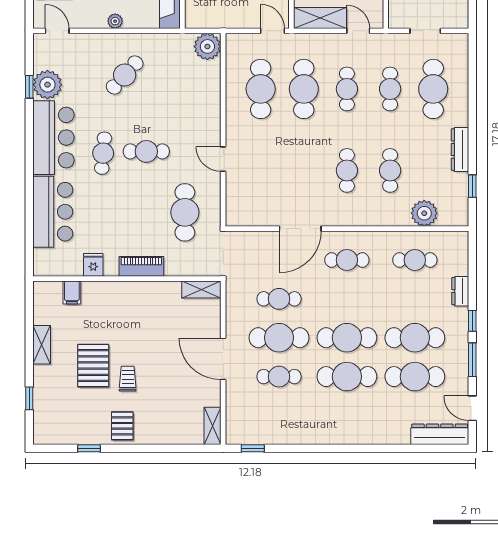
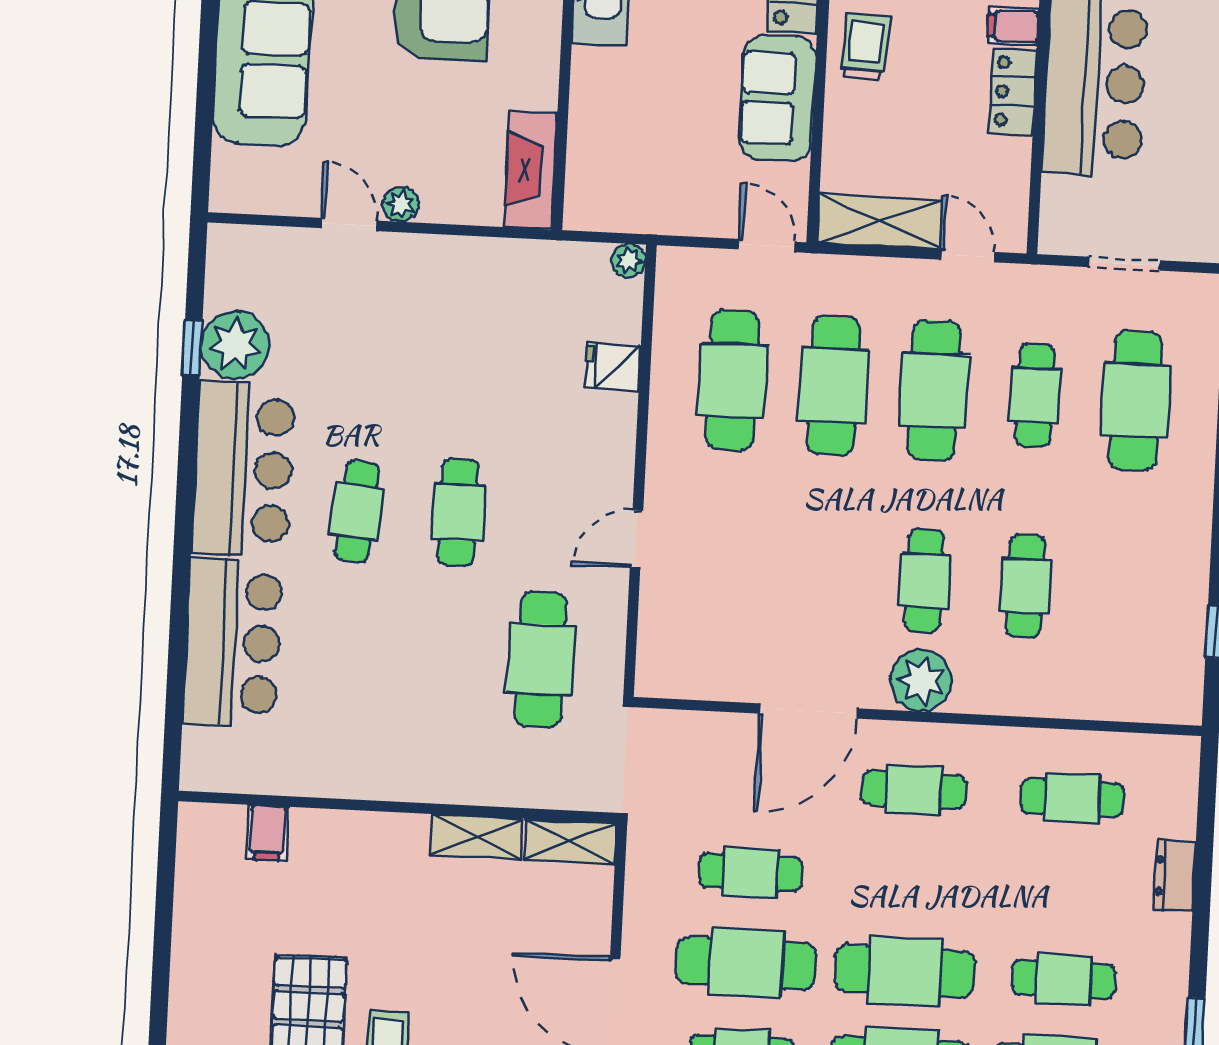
door: (57, 31) -> (349, 224), moved
plant: (207, 46) -> (629, 261), width x0.53, depth x0.53
cafe table: (125, 75) -> (416, 331), removed
cafe table: (347, 89) -> (934, 390), width x1.37, depth x1.35
dresser: (460, 150) -> (1191, 545), removed
cafe table: (146, 151) -> (458, 512), turned 90
door: (223, 159) -> (636, 539), hinge flipped
plant: (424, 213) -> (921, 681), moved
fridge: (93, 265) -> (613, 367), moved, turned -90
piano: (141, 266) -> (433, 780), removed
window: (472, 321) -> (1199, 947), removed
cafe table: (415, 338) -> (1063, 979), width x0.73, depth x0.74
shelving: (42, 345) -> (476, 837), moved, turned 90

